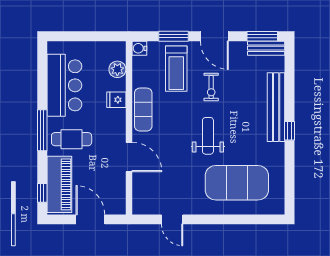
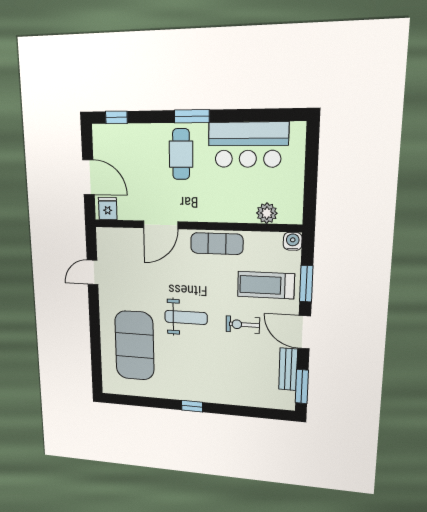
door: (214, 36) -> (304, 332), hinge flipped
bench: (266, 48) -> (288, 369), moved
fridge: (116, 100) -> (108, 209), moved
bench: (276, 107) -> (218, 394), removed
window: (42, 130) -> (192, 116), width x0.69
piano: (59, 184) -> (127, 139), removed
door: (90, 219) -> (88, 177), hinge flipped

